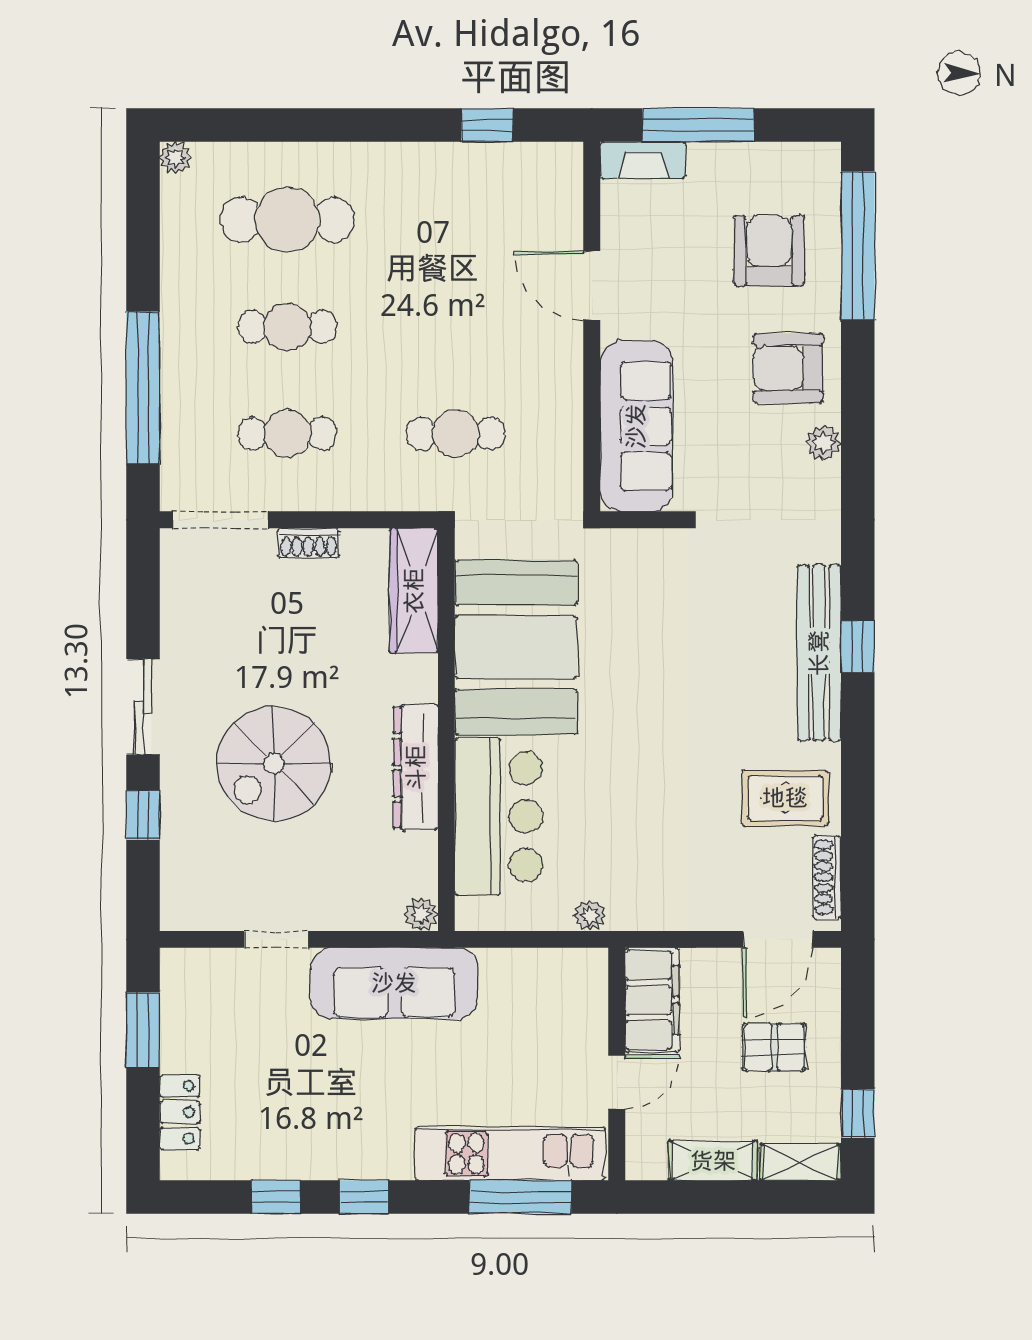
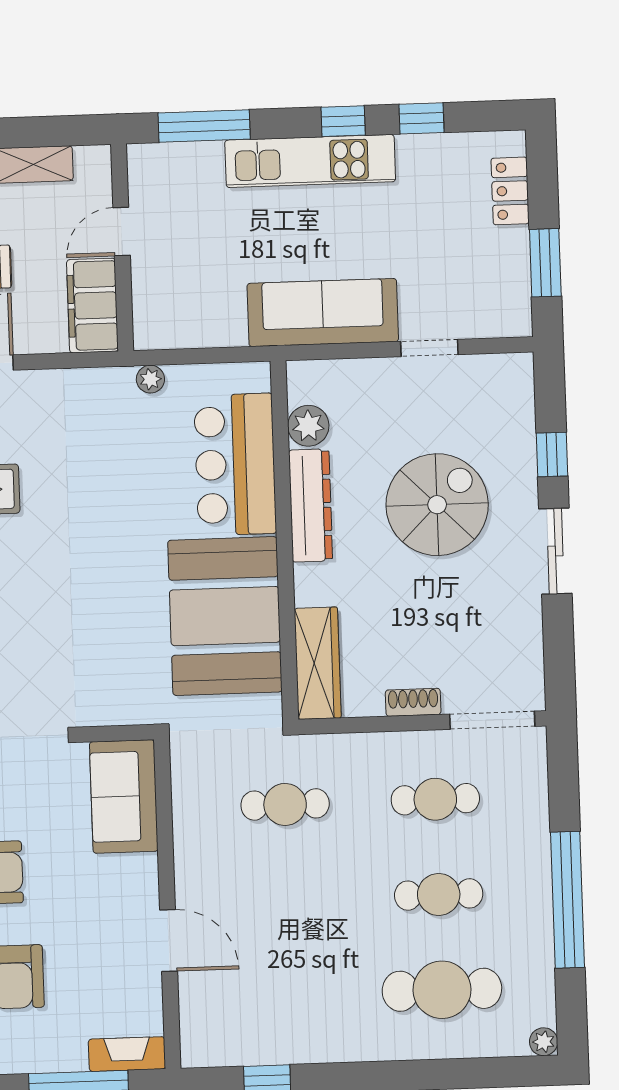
window: (143, 388) -> (568, 900), moved
sofa: (636, 426) -> (124, 797), width x0.73
plant: (421, 914) -> (308, 426), moved, width x1.38, depth x1.38
kitchen unit: (510, 1154) -> (310, 161), moved

